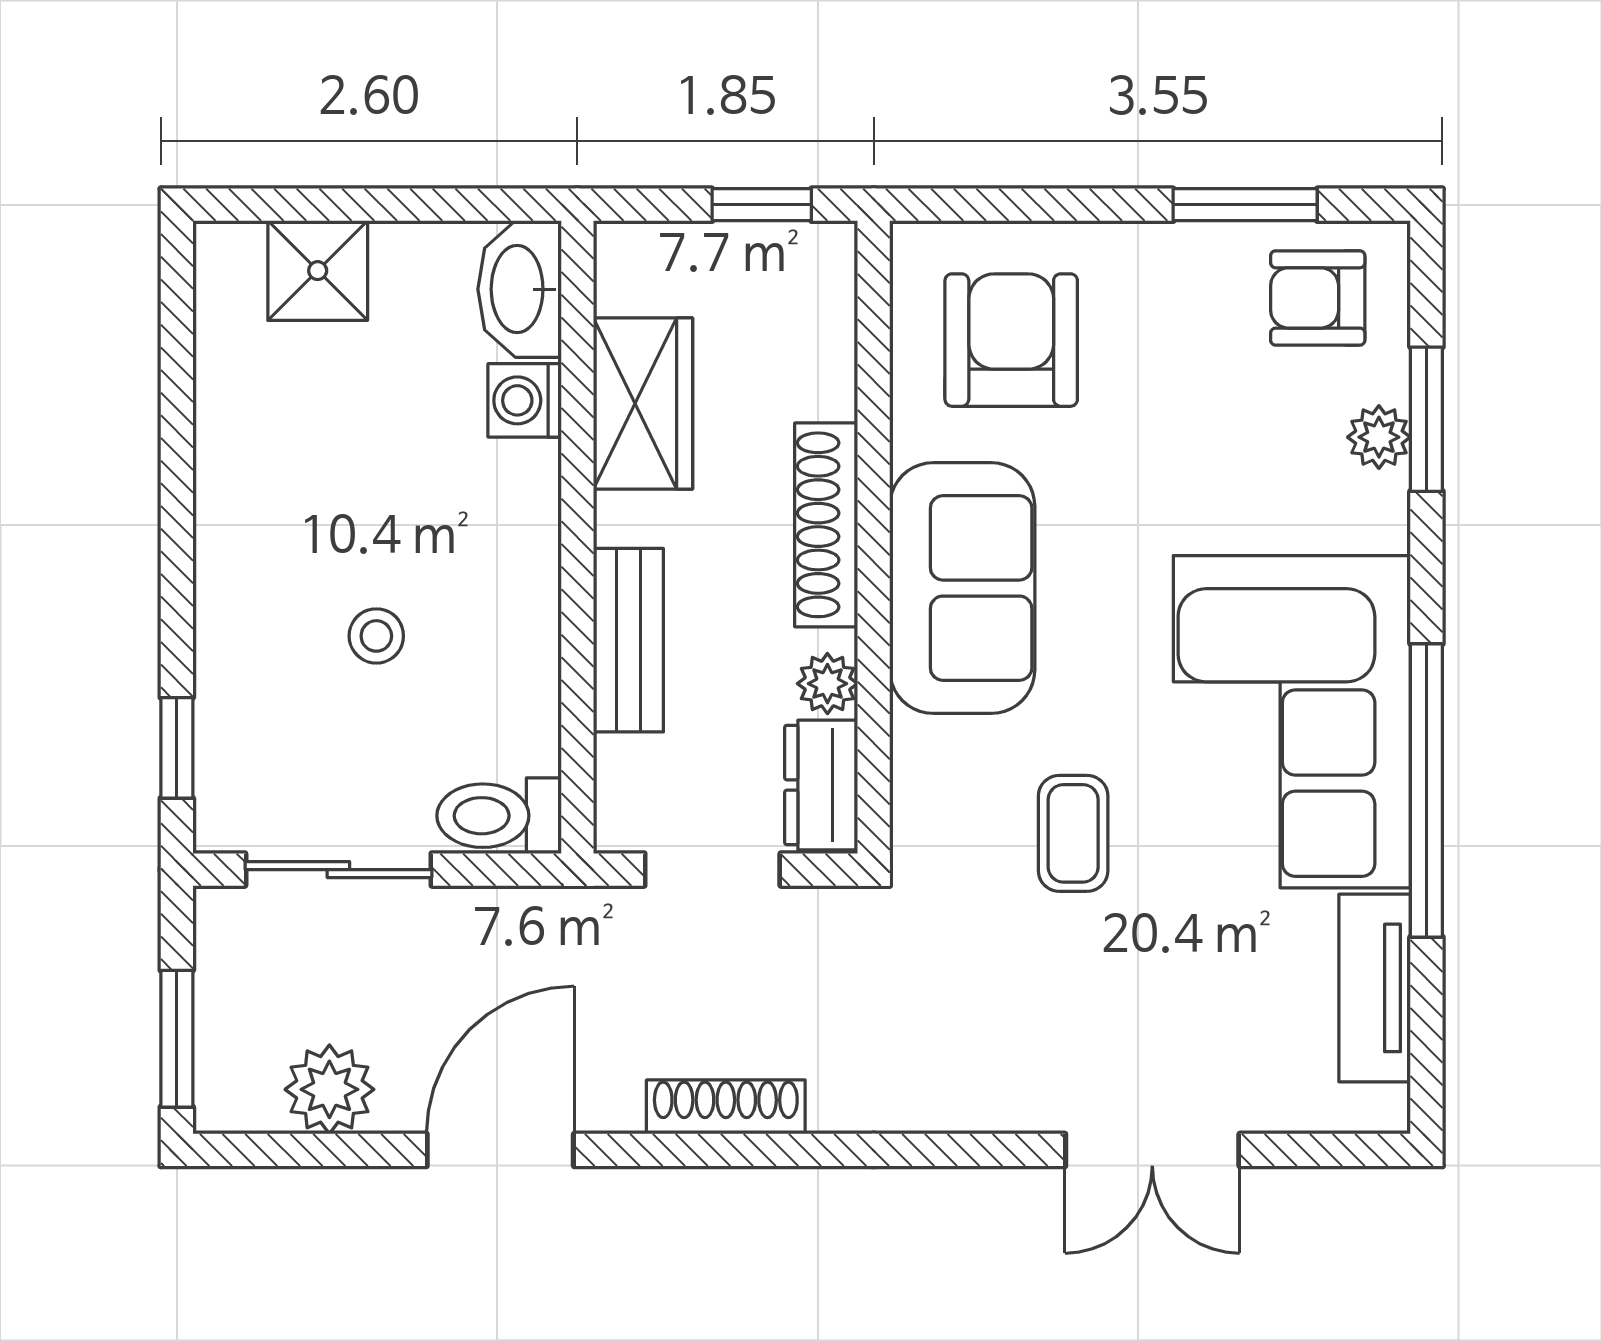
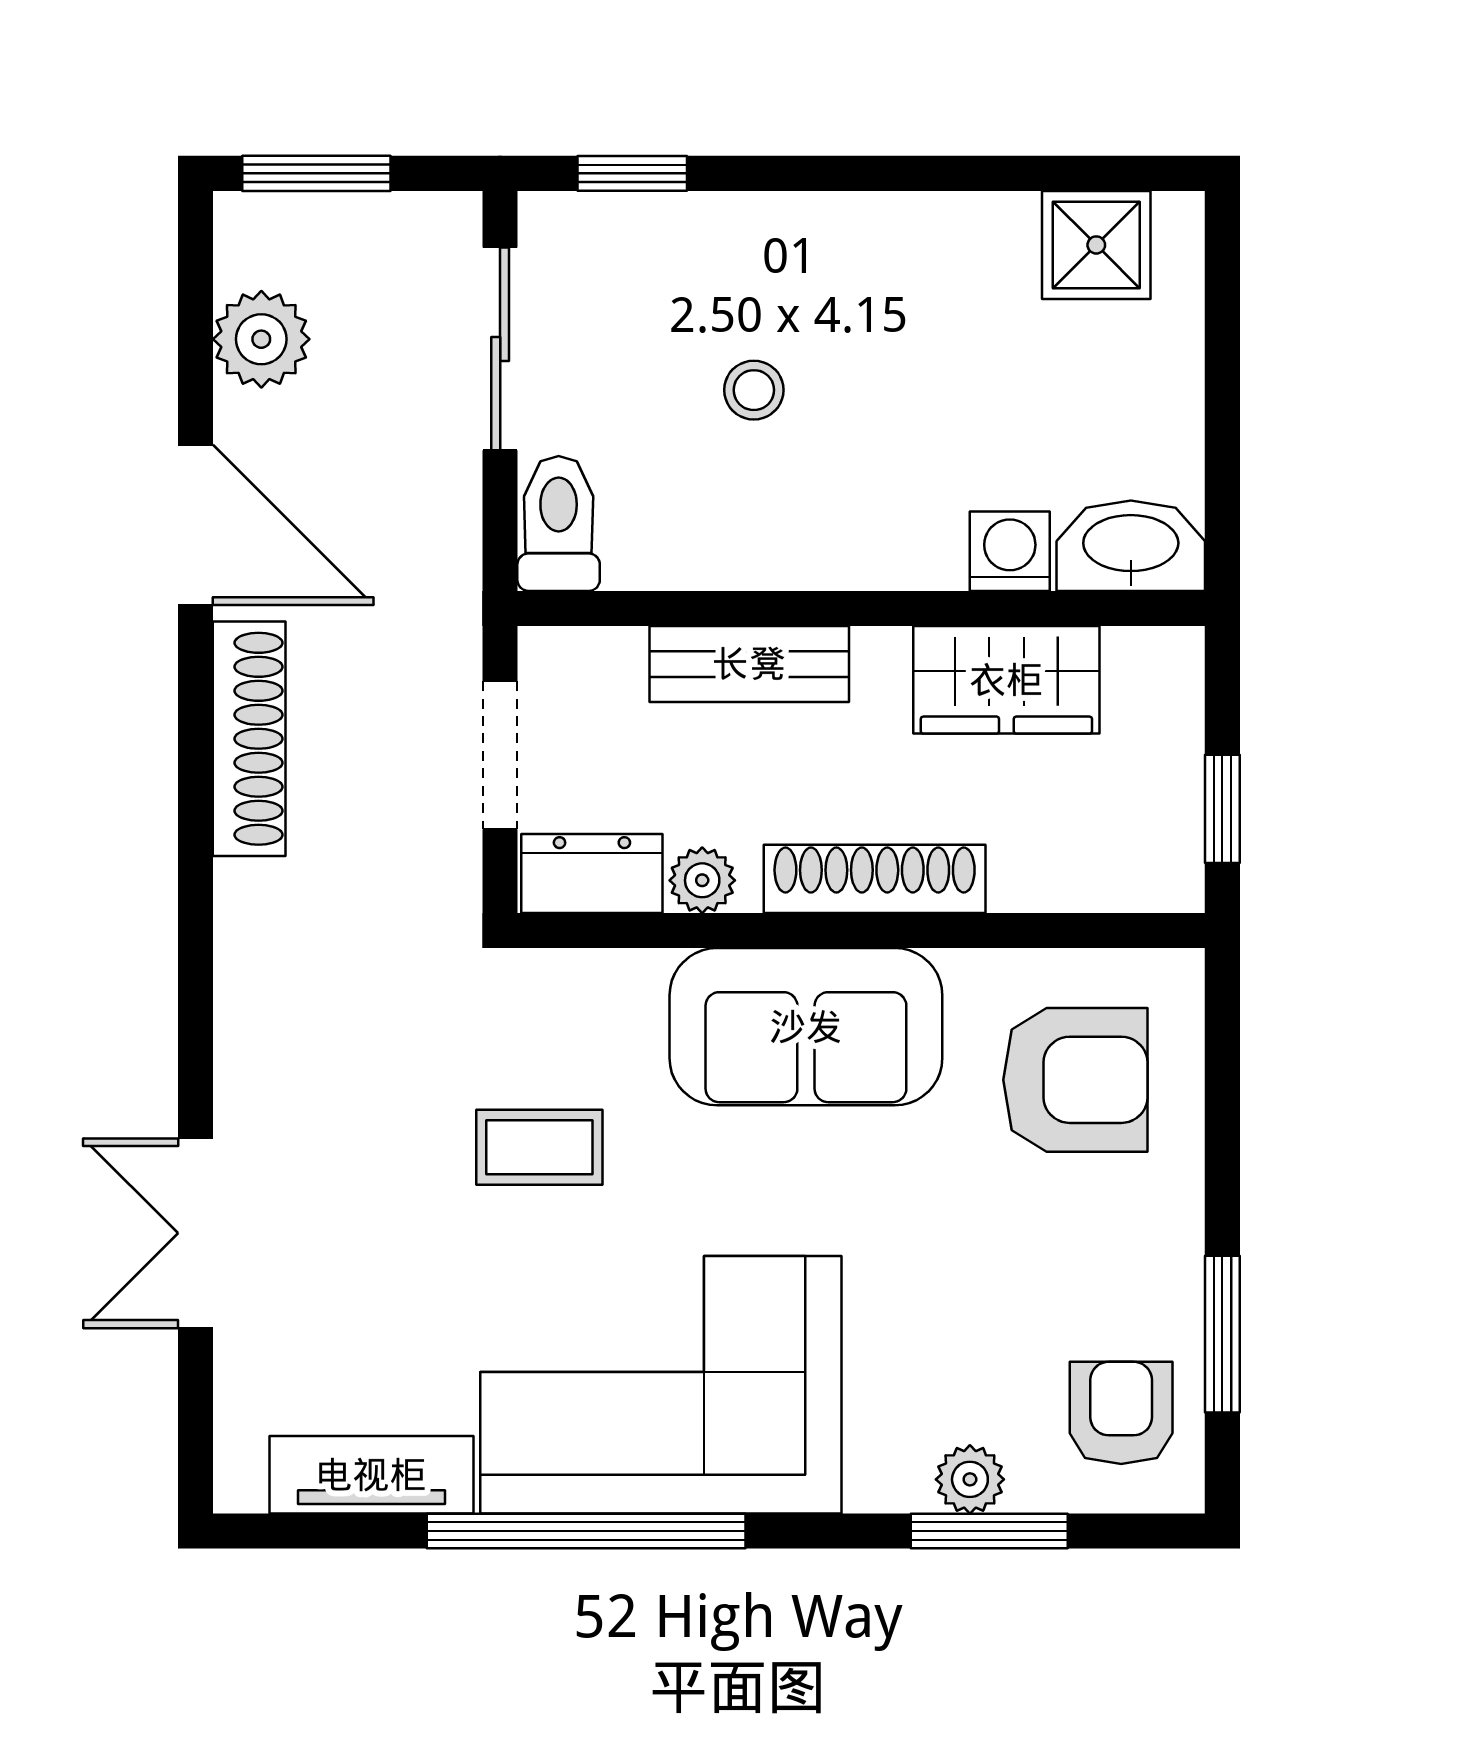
shower: (318, 271) -> (1096, 245), moved
shoe rack: (726, 1107) -> (249, 739), width x1.36, depth x1.24

